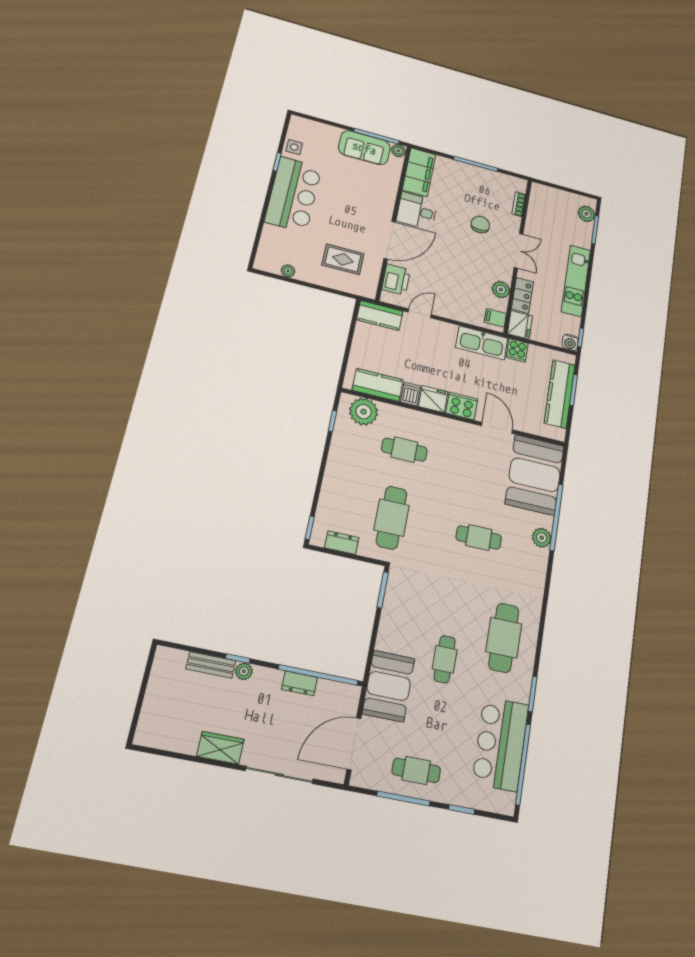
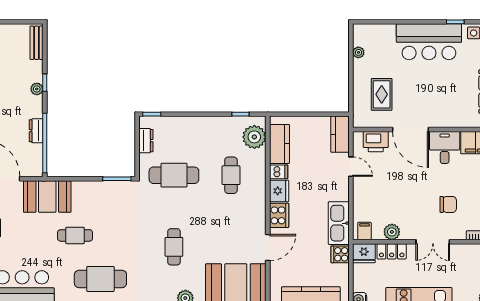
bench: (211, 665) -> (37, 43), moved

